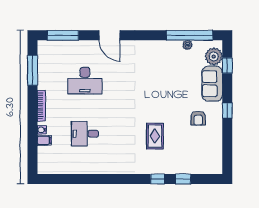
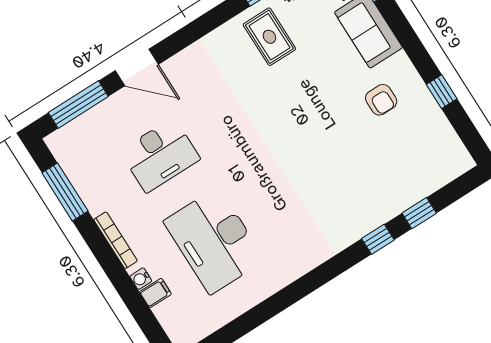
door: (109, 35) -> (137, 68), moved
window: (227, 110) -> (442, 92), moved
desk: (85, 134) -> (214, 241), width x1.87, depth x1.30
rug: (155, 136) -> (269, 37), moved

